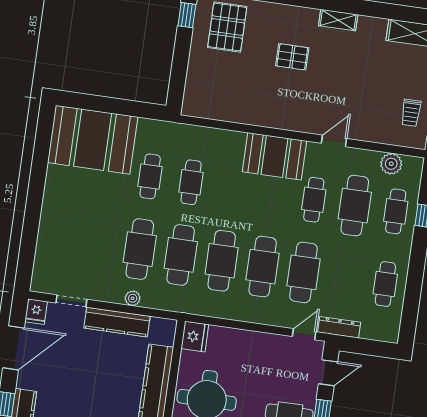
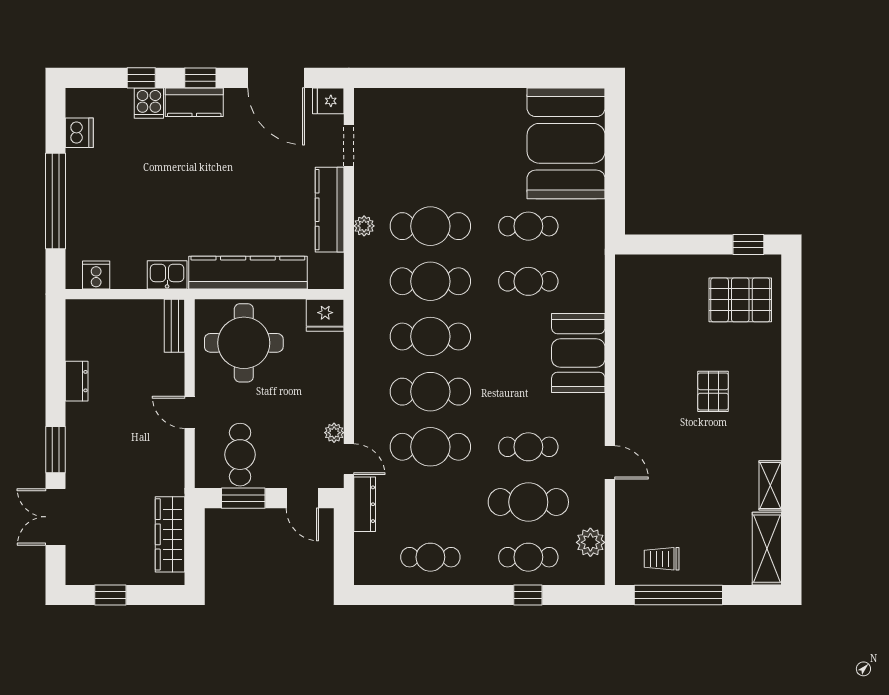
shelving: (338, 20) -> (770, 485), moved
booth: (275, 156) -> (578, 353), moved
plant: (283, 342) -> (334, 433), added

